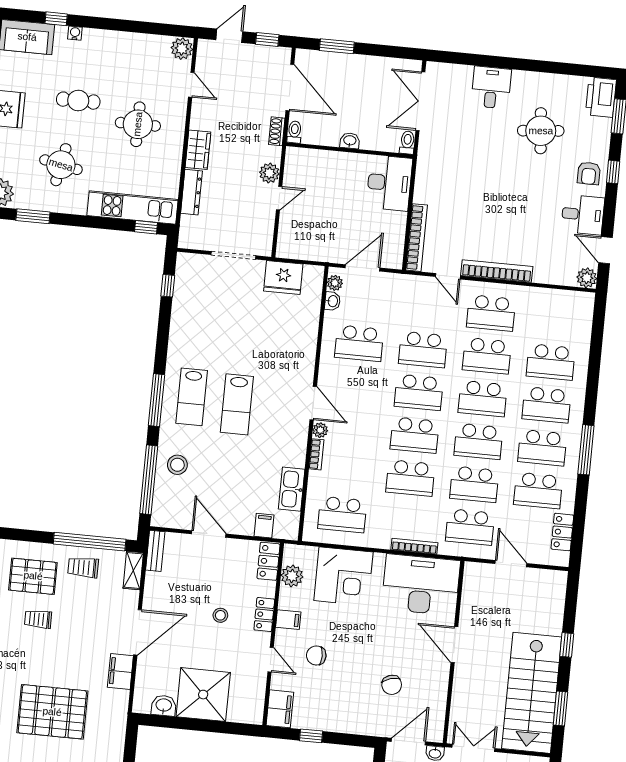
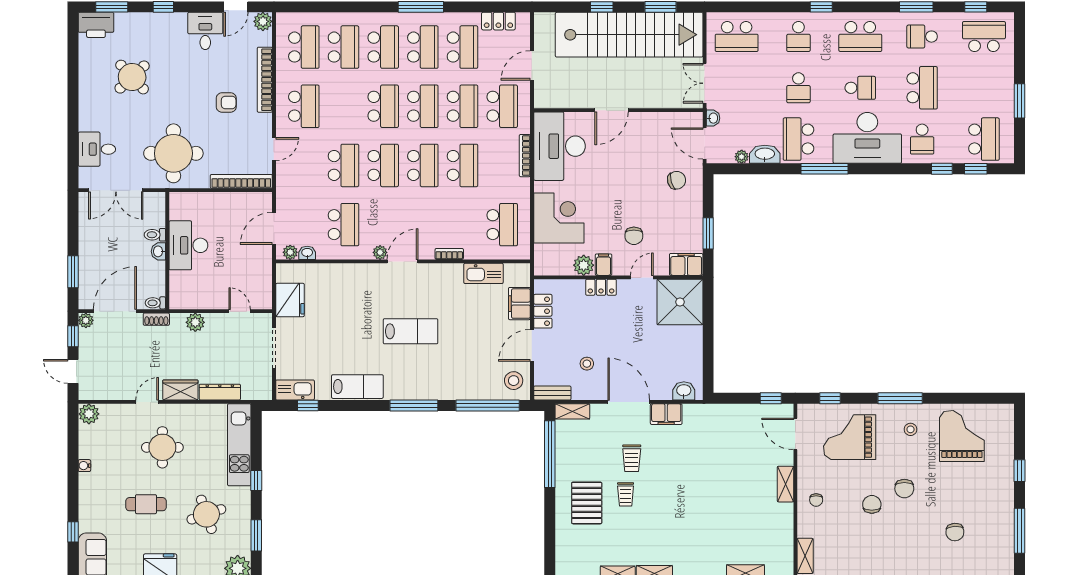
water cooler: (75, 33) -> (84, 466), moved
plant: (283, 55) -> (86, 320), added
door: (191, 85) -> (147, 402), moved
desk: (491, 87) -> (97, 149), moved
cafe table: (78, 101) -> (146, 504), turned 90
round table: (541, 131) -> (132, 77), turned -38
toilet: (407, 142) -> (155, 235), moved
round table: (61, 165) -> (206, 514), turned -30
round table: (454, 167) -> (173, 153), added
armchair: (589, 173) -> (226, 102), moved
desk: (389, 183) -> (188, 245), moved, turned -90
door: (279, 198) -> (240, 311), moved
window: (146, 227) -> (256, 480), moved
door: (362, 268) -> (274, 228), hinge flipped
bookcase: (497, 271) -> (265, 80), moved
kitchen sink: (186, 273) -> (295, 390), added
school desk: (487, 356) -> (304, 47), moved
lab bench: (192, 397) -> (357, 387), moved
plant: (320, 430) -> (380, 252), moved
stool: (177, 465) -> (514, 381), moved
filing cabinet: (264, 526) -> (519, 304), width x2.00
locker: (268, 561) -> (543, 311), moved, turned -90
trolley: (83, 567) -> (632, 458), moved
plant: (292, 576) -> (584, 265), moved
stool: (220, 615) -> (587, 364), moved
chair: (392, 685) -> (677, 180), moved
stairs: (532, 693) -> (629, 35), width x1.36
shower: (203, 695) -> (680, 302), moved
washbasin: (164, 706) -> (684, 391), moved, turned 90
pallet: (52, 712) -> (709, 473), removed
window: (311, 736) -> (708, 233), width x1.50

